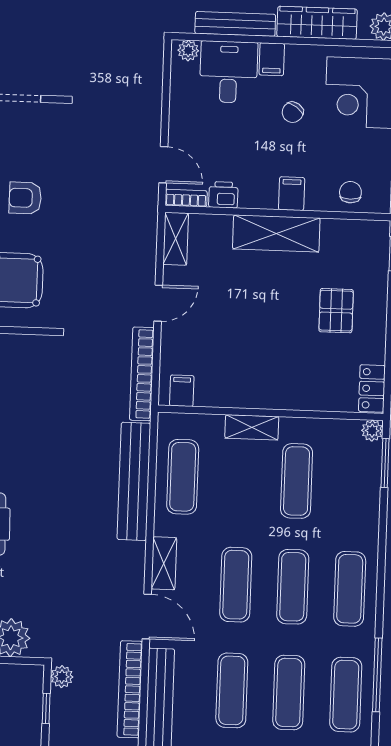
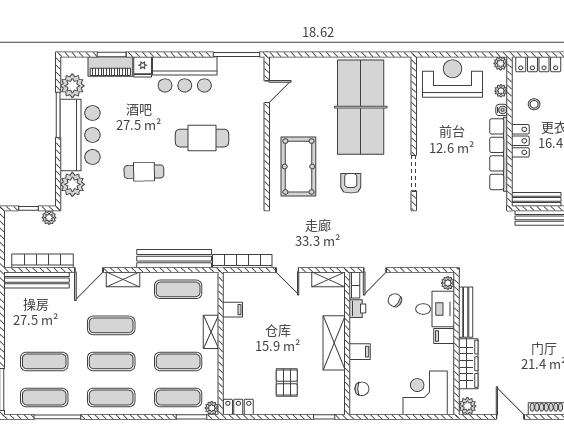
chair: (293, 112) -> (395, 300), moved
pallet: (336, 311) -> (287, 382), turned 90
filing cabinet: (182, 391) -> (233, 310), moved
exercise mat: (232, 690) -> (178, 398), moved

